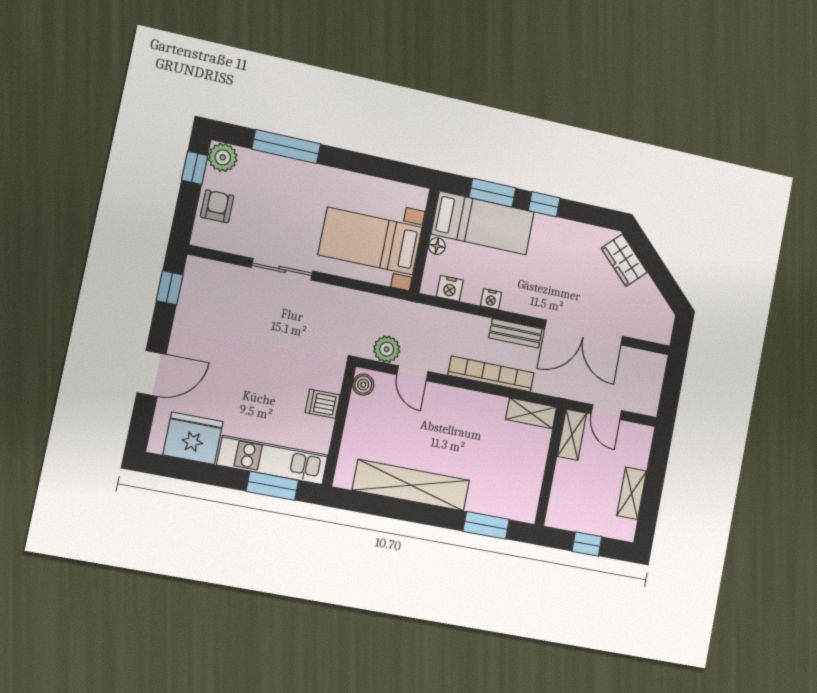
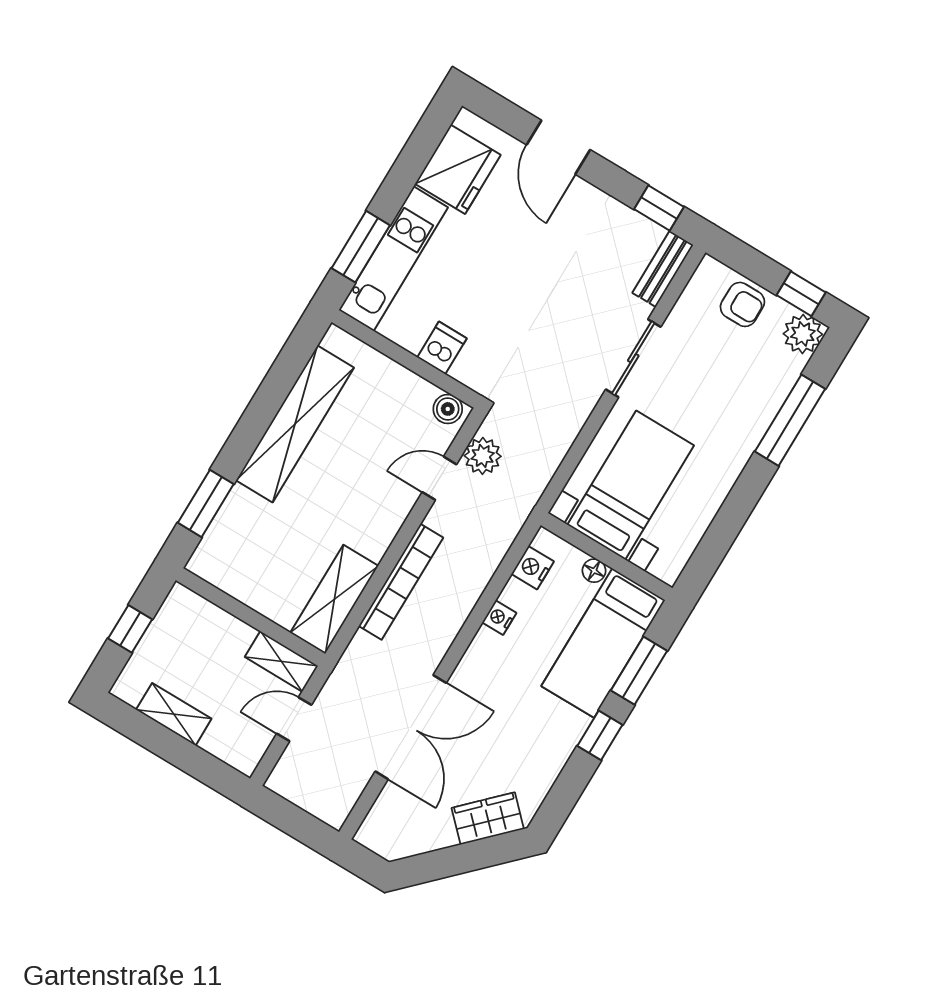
bench: (516, 333) -> (663, 269), moved
double door: (584, 333) -> (411, 727), swing flipped
shelving: (531, 413) -> (334, 599), width x1.50, depth x1.33

